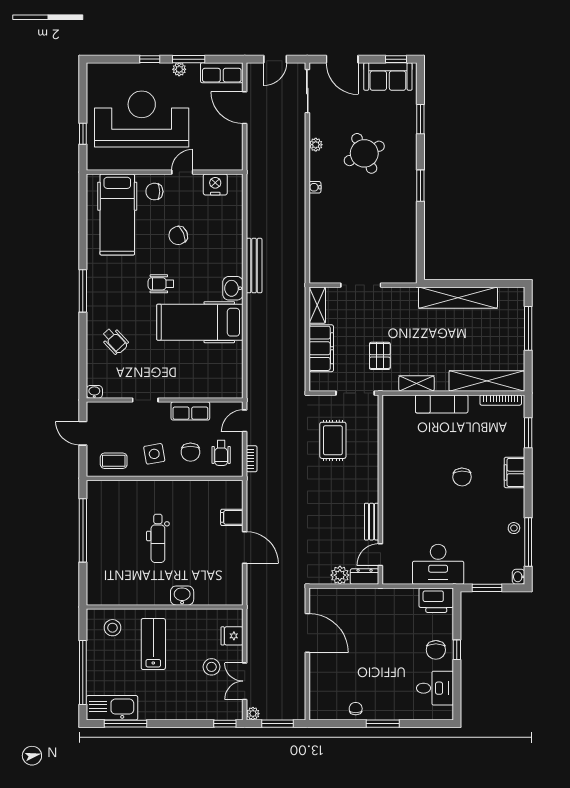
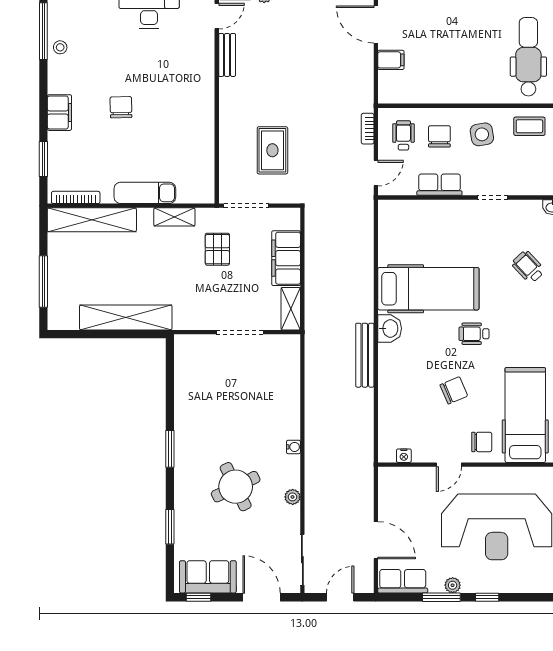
nightstand: (215, 184) -> (404, 456), width x0.53, depth x0.56
wheelchair: (161, 284) -> (474, 334), turned 180
dental chair: (158, 538) -> (528, 57), moved, width x1.36, depth x1.38

